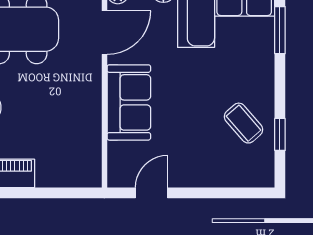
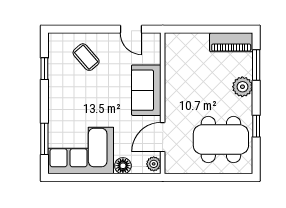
coffee table: (244, 123) -> (86, 57), moved
door: (152, 193) -> (131, 29), hinge flipped

